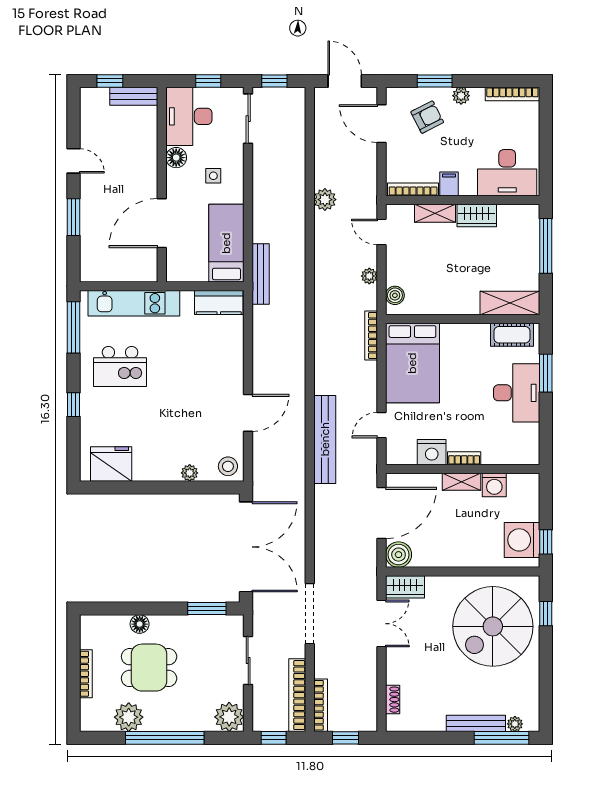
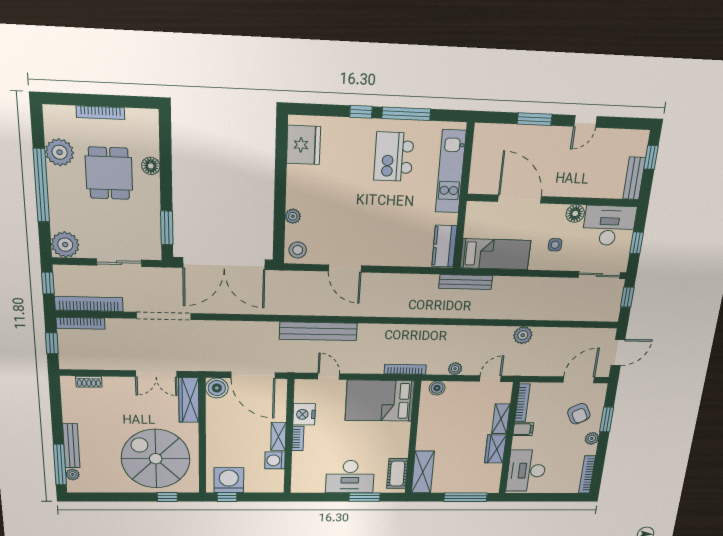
window: (74, 327) -> (406, 114), moved
wardrobe: (405, 587) -> (189, 400), width x1.50

